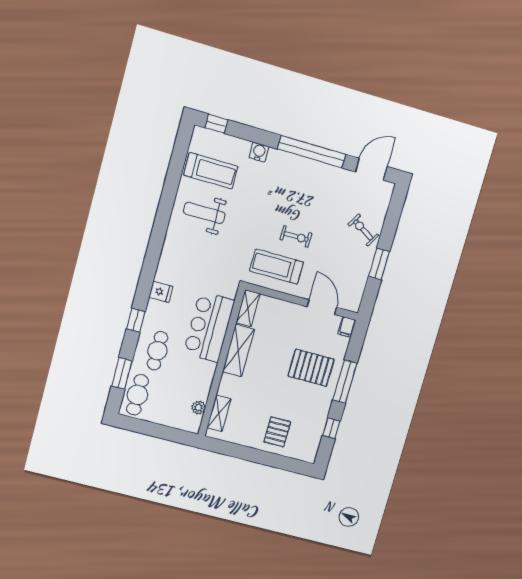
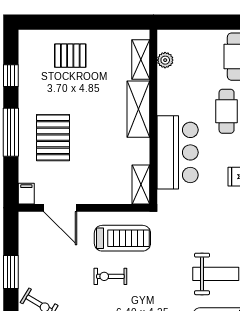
shelving: (238, 351) -> (138, 109), moved
pallet: (311, 368) -> (53, 138), turned 90
pallet: (277, 432) -> (70, 56), turned 90

